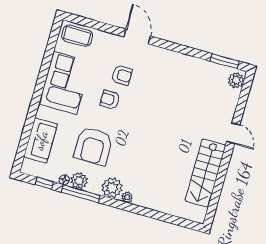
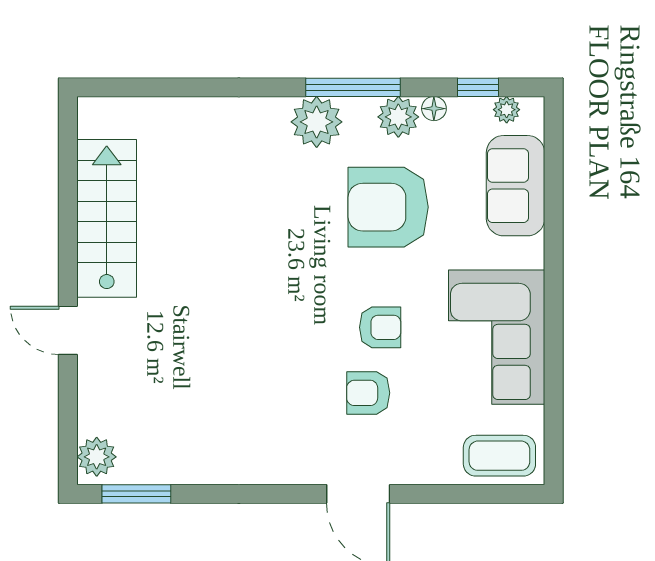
armchair: (93, 146) -> (388, 207), turned -90
window: (81, 194) -> (353, 87), moved
plant: (127, 197) -> (507, 110), moved

